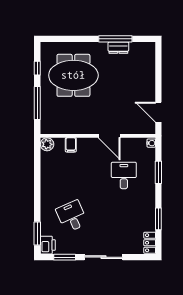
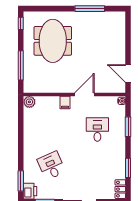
dresser: (118, 48) -> (93, 16), removed
window: (37, 68) -> (21, 23), moved
meeting table: (73, 75) -> (53, 41), turned 90
door: (109, 136) -> (84, 94), swing flipped
filing cabinet: (71, 145) -> (65, 102), moved

